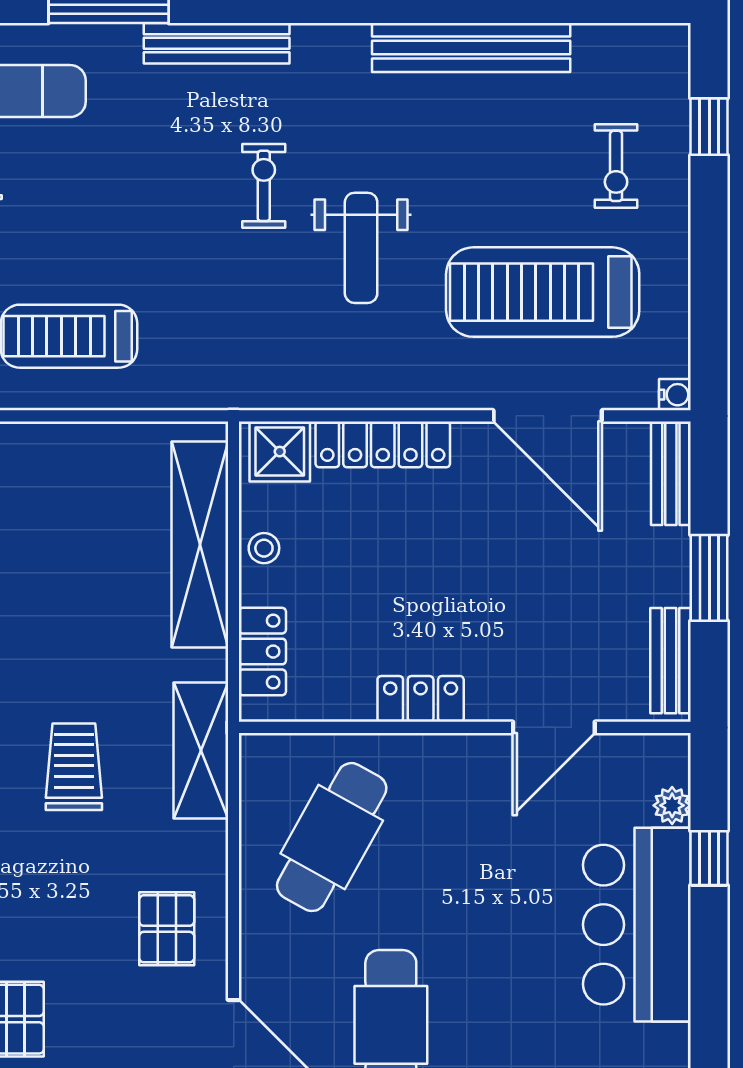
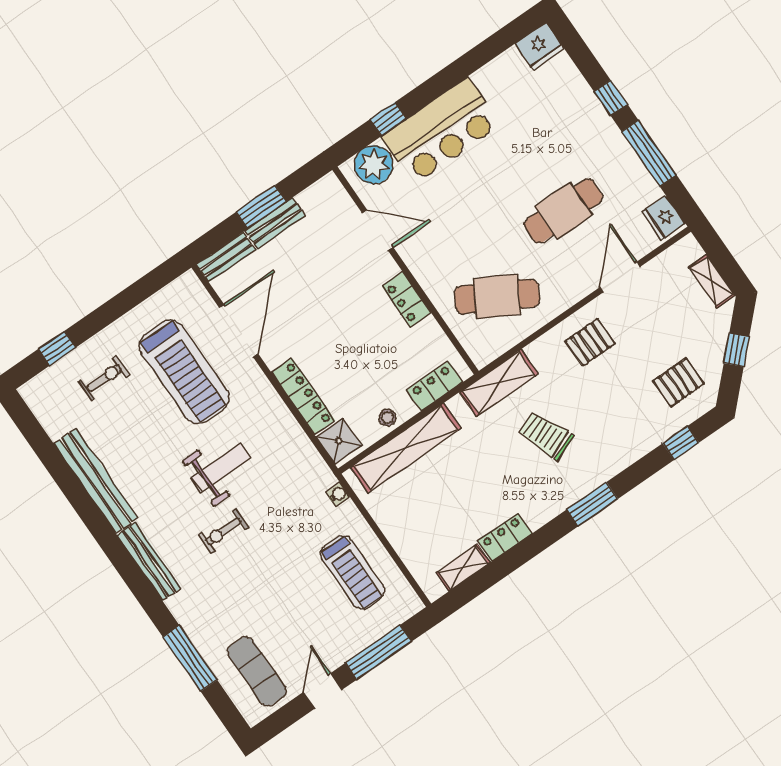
bench: (217, 43) -> (149, 562), moved
water cooler: (675, 395) -> (338, 494), moved, turned 90
bench: (671, 661) -> (275, 223), moved
trolley: (74, 767) -> (546, 435), turned 68
plant: (672, 805) -> (374, 165), width x1.87, depth x1.87

